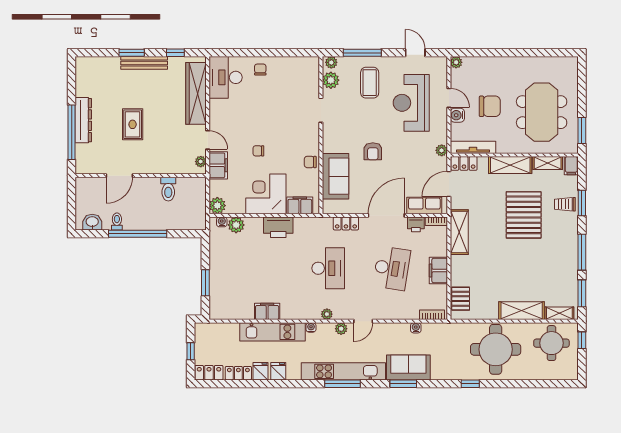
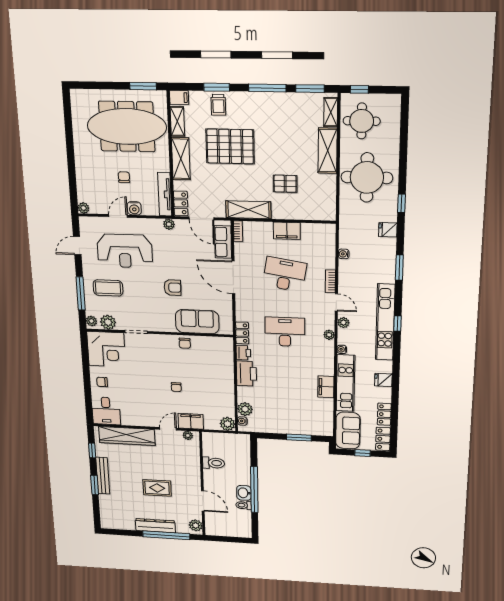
desk: (226, 77) -> (106, 411), width x0.73
chair: (490, 106) -> (124, 177), width x0.54, depth x0.54
meeting table: (542, 112) -> (127, 127), width x1.36
plant: (87, 166) -> (196, 525), added
corner desk: (266, 194) -> (106, 349), moved, turned -90
filing cabinet: (300, 205) -> (226, 354), removed
washbasin: (92, 222) -> (244, 493), moved
locker: (346, 223) -> (242, 333), moved
printer: (416, 224) -> (243, 353), moved
pallet: (461, 299) -> (285, 184), moved
bookcase: (432, 315) -> (330, 281), moved
sofa: (408, 367) -> (348, 431), moved, turned 180
fridge: (261, 371) -> (388, 230), moved
window: (342, 384) -> (397, 324), width x0.46

